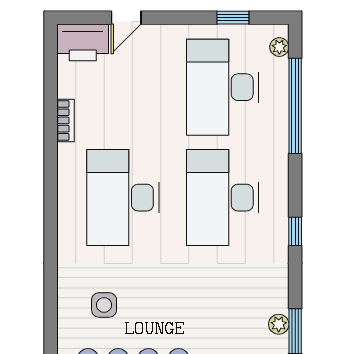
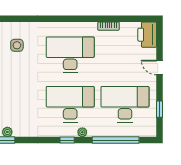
door: (126, 18) -> (159, 67), moved
plant: (279, 47) -> (82, 132), moved
window: (295, 231) -> (67, 140), moved

